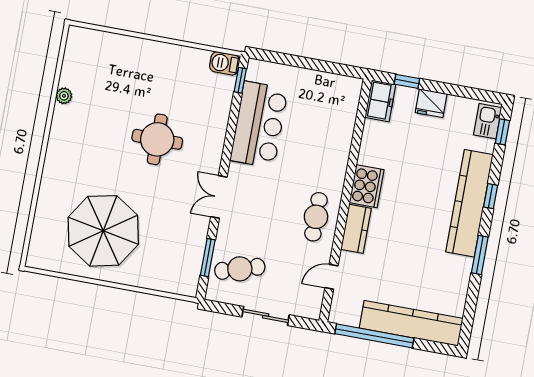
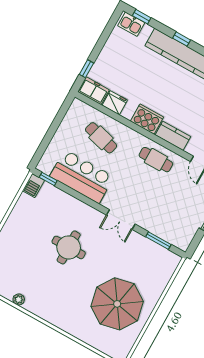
fridge: (431, 103) -> (115, 103), moved, turned -90
cafe table: (240, 269) -> (101, 138), moved, turned -58

